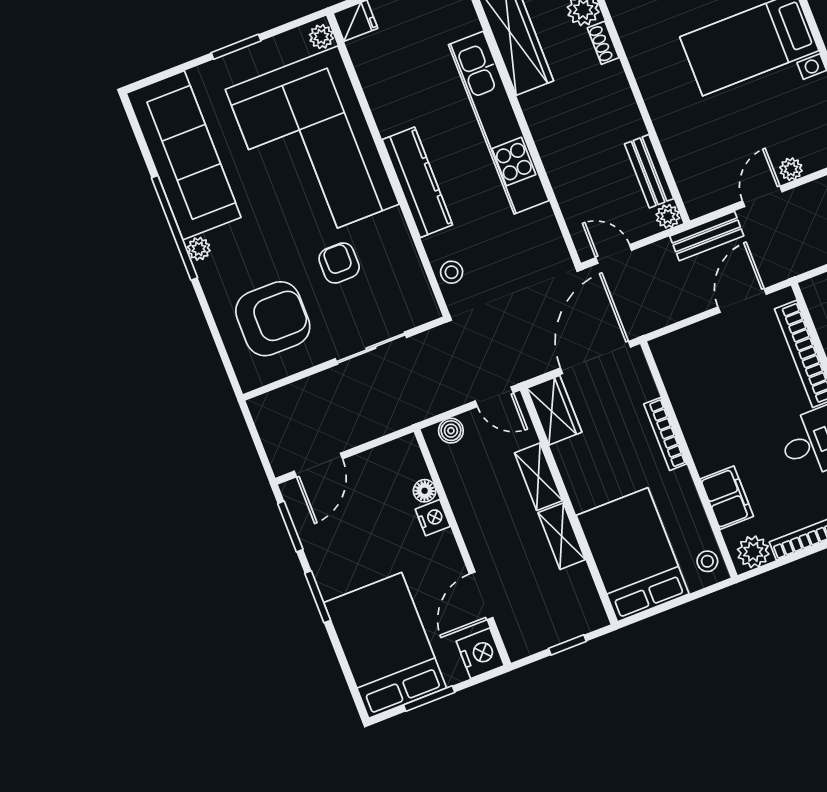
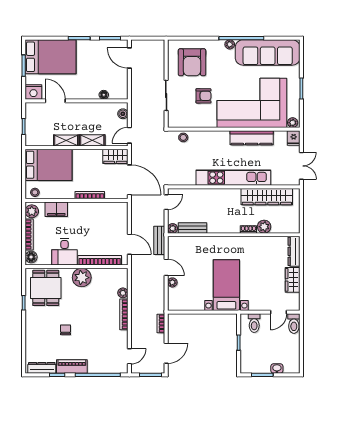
kitchen counter: (417, 182) -> (252, 138), moved
nightstand: (433, 518) -> (92, 94), removed

